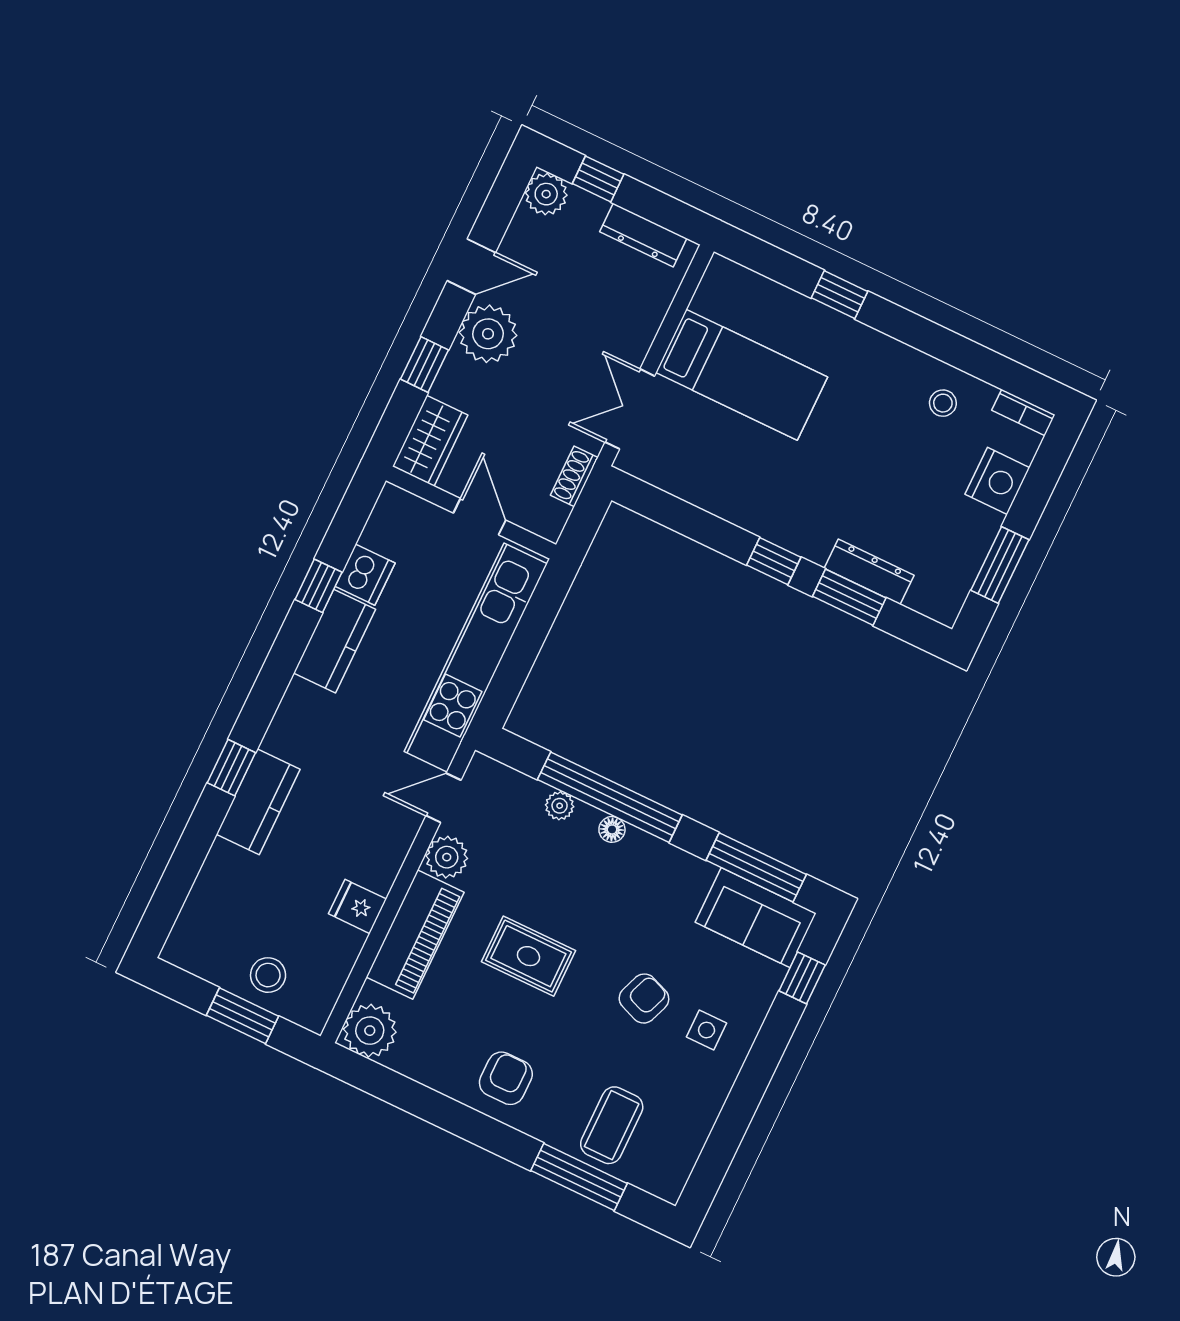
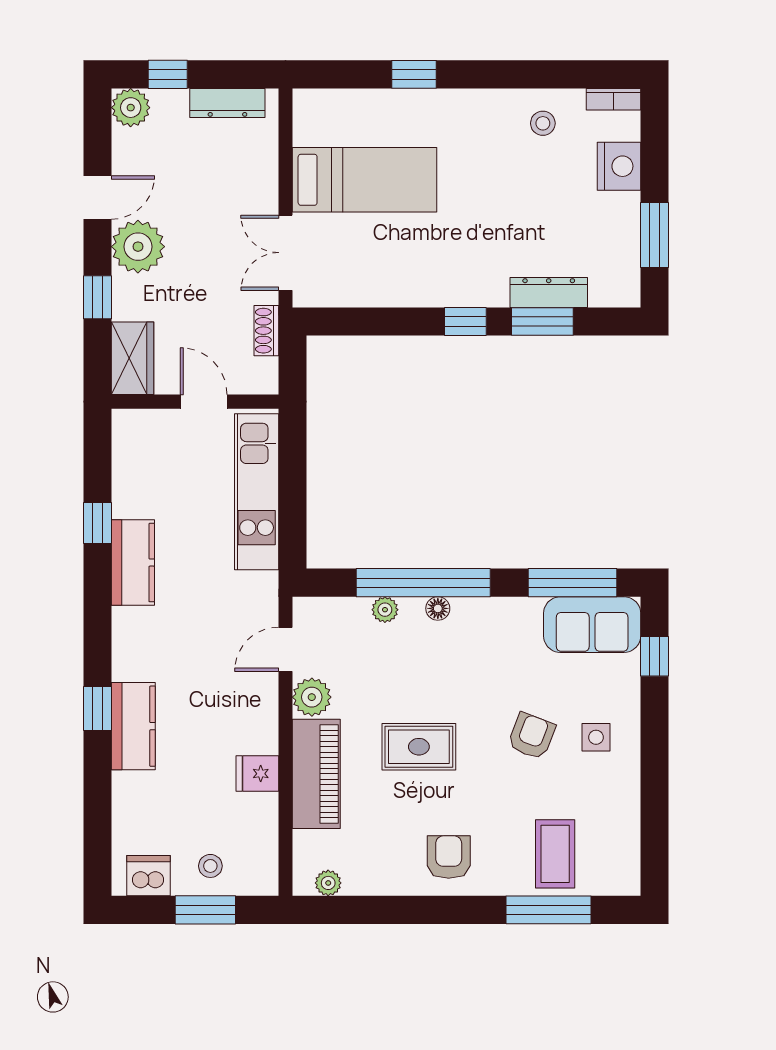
dishwasher: (365, 575) -> (148, 876), moved, turned -90
kitchen unit: (476, 658) -> (257, 492), width x0.73
stool: (268, 975) -> (210, 866), width x0.73, depth x0.73
plant: (370, 1031) -> (328, 883), width x0.53, depth x0.53

